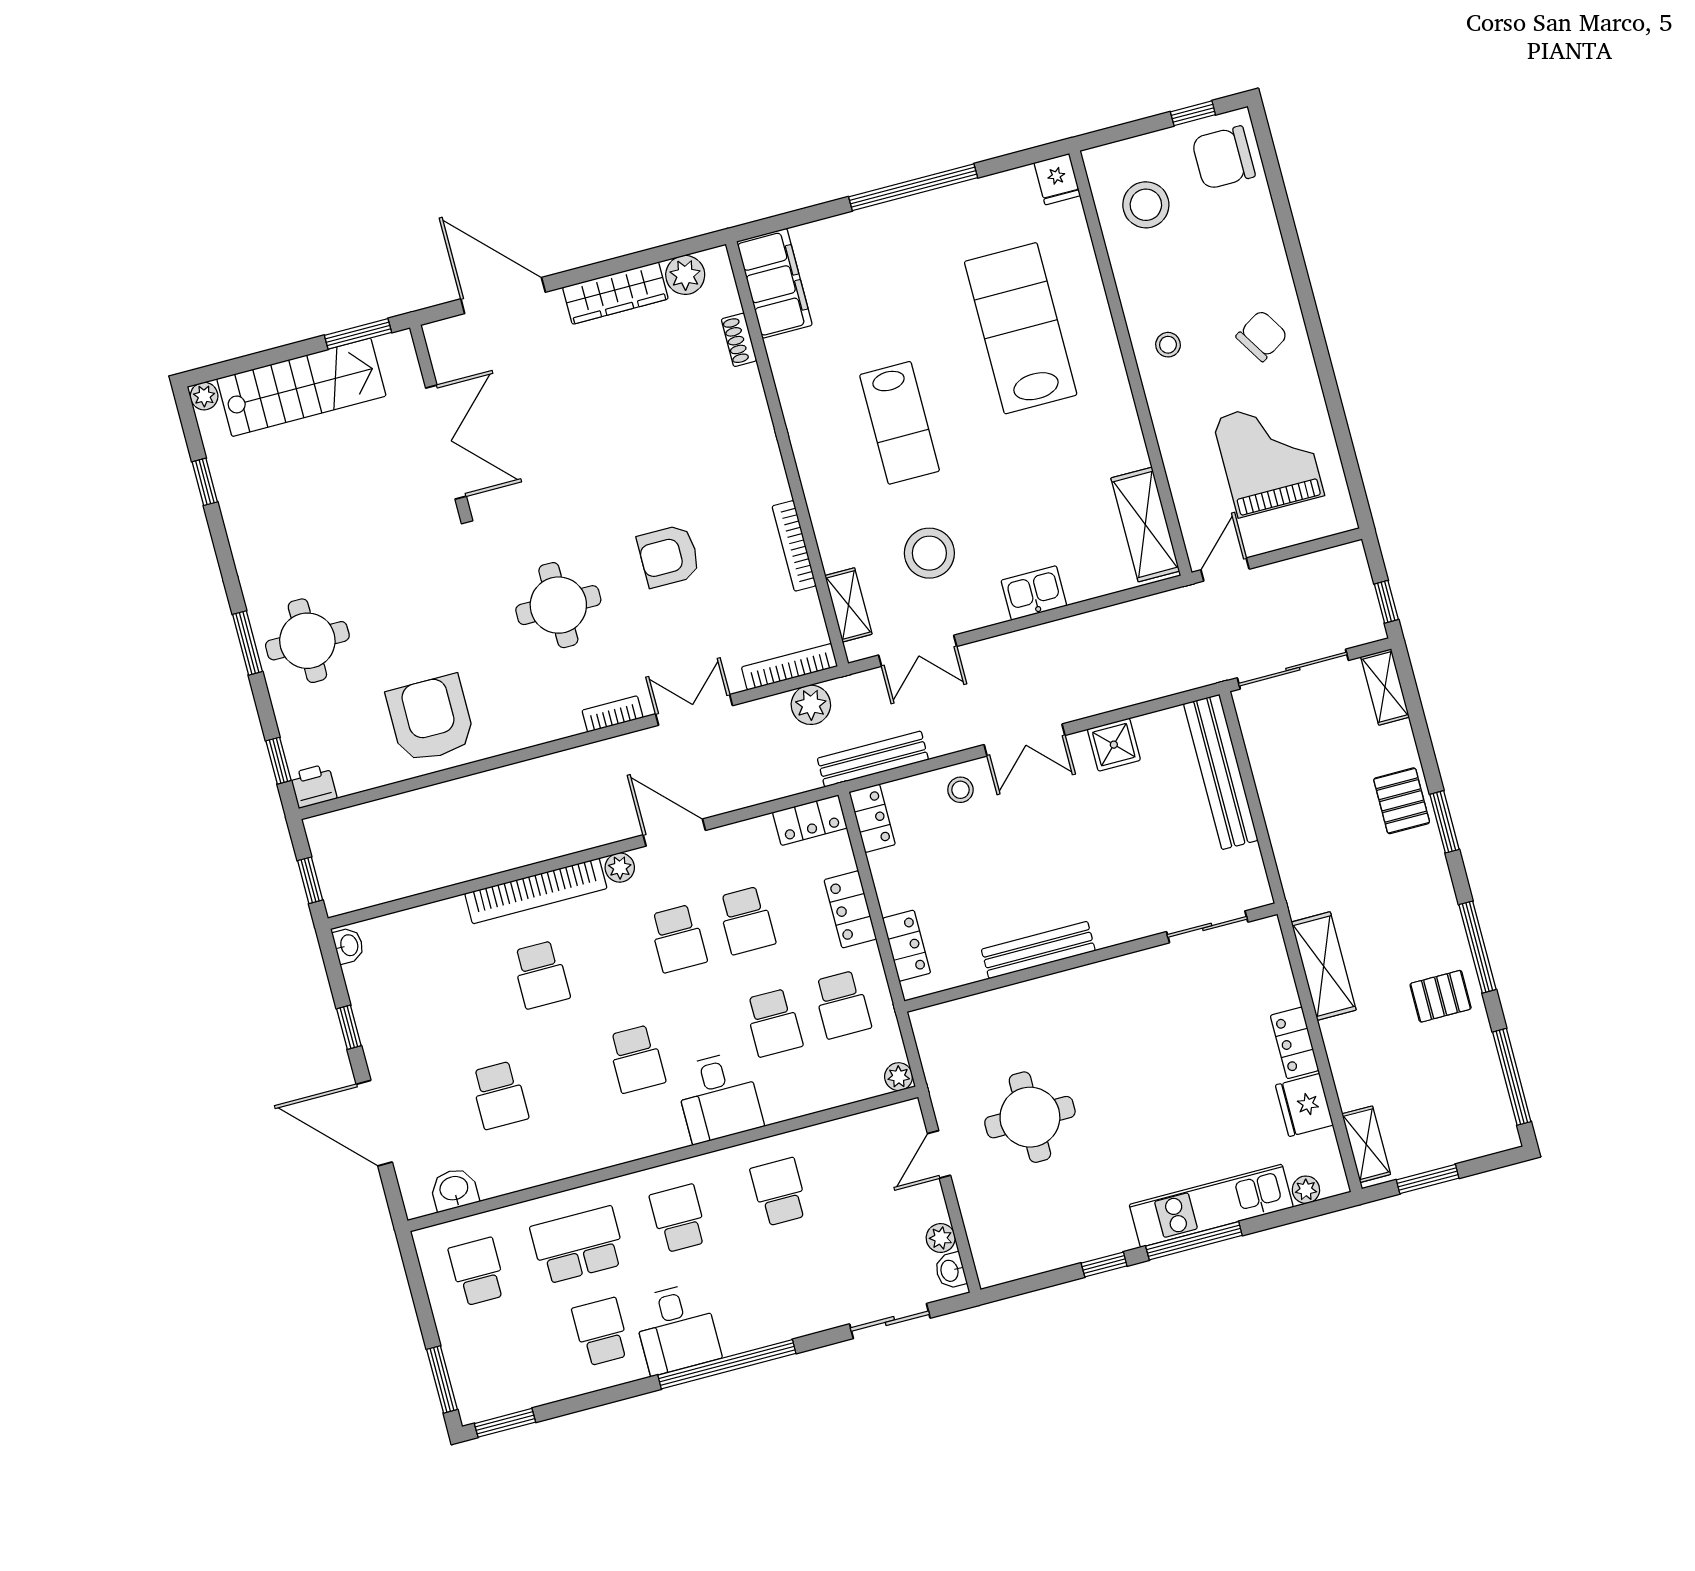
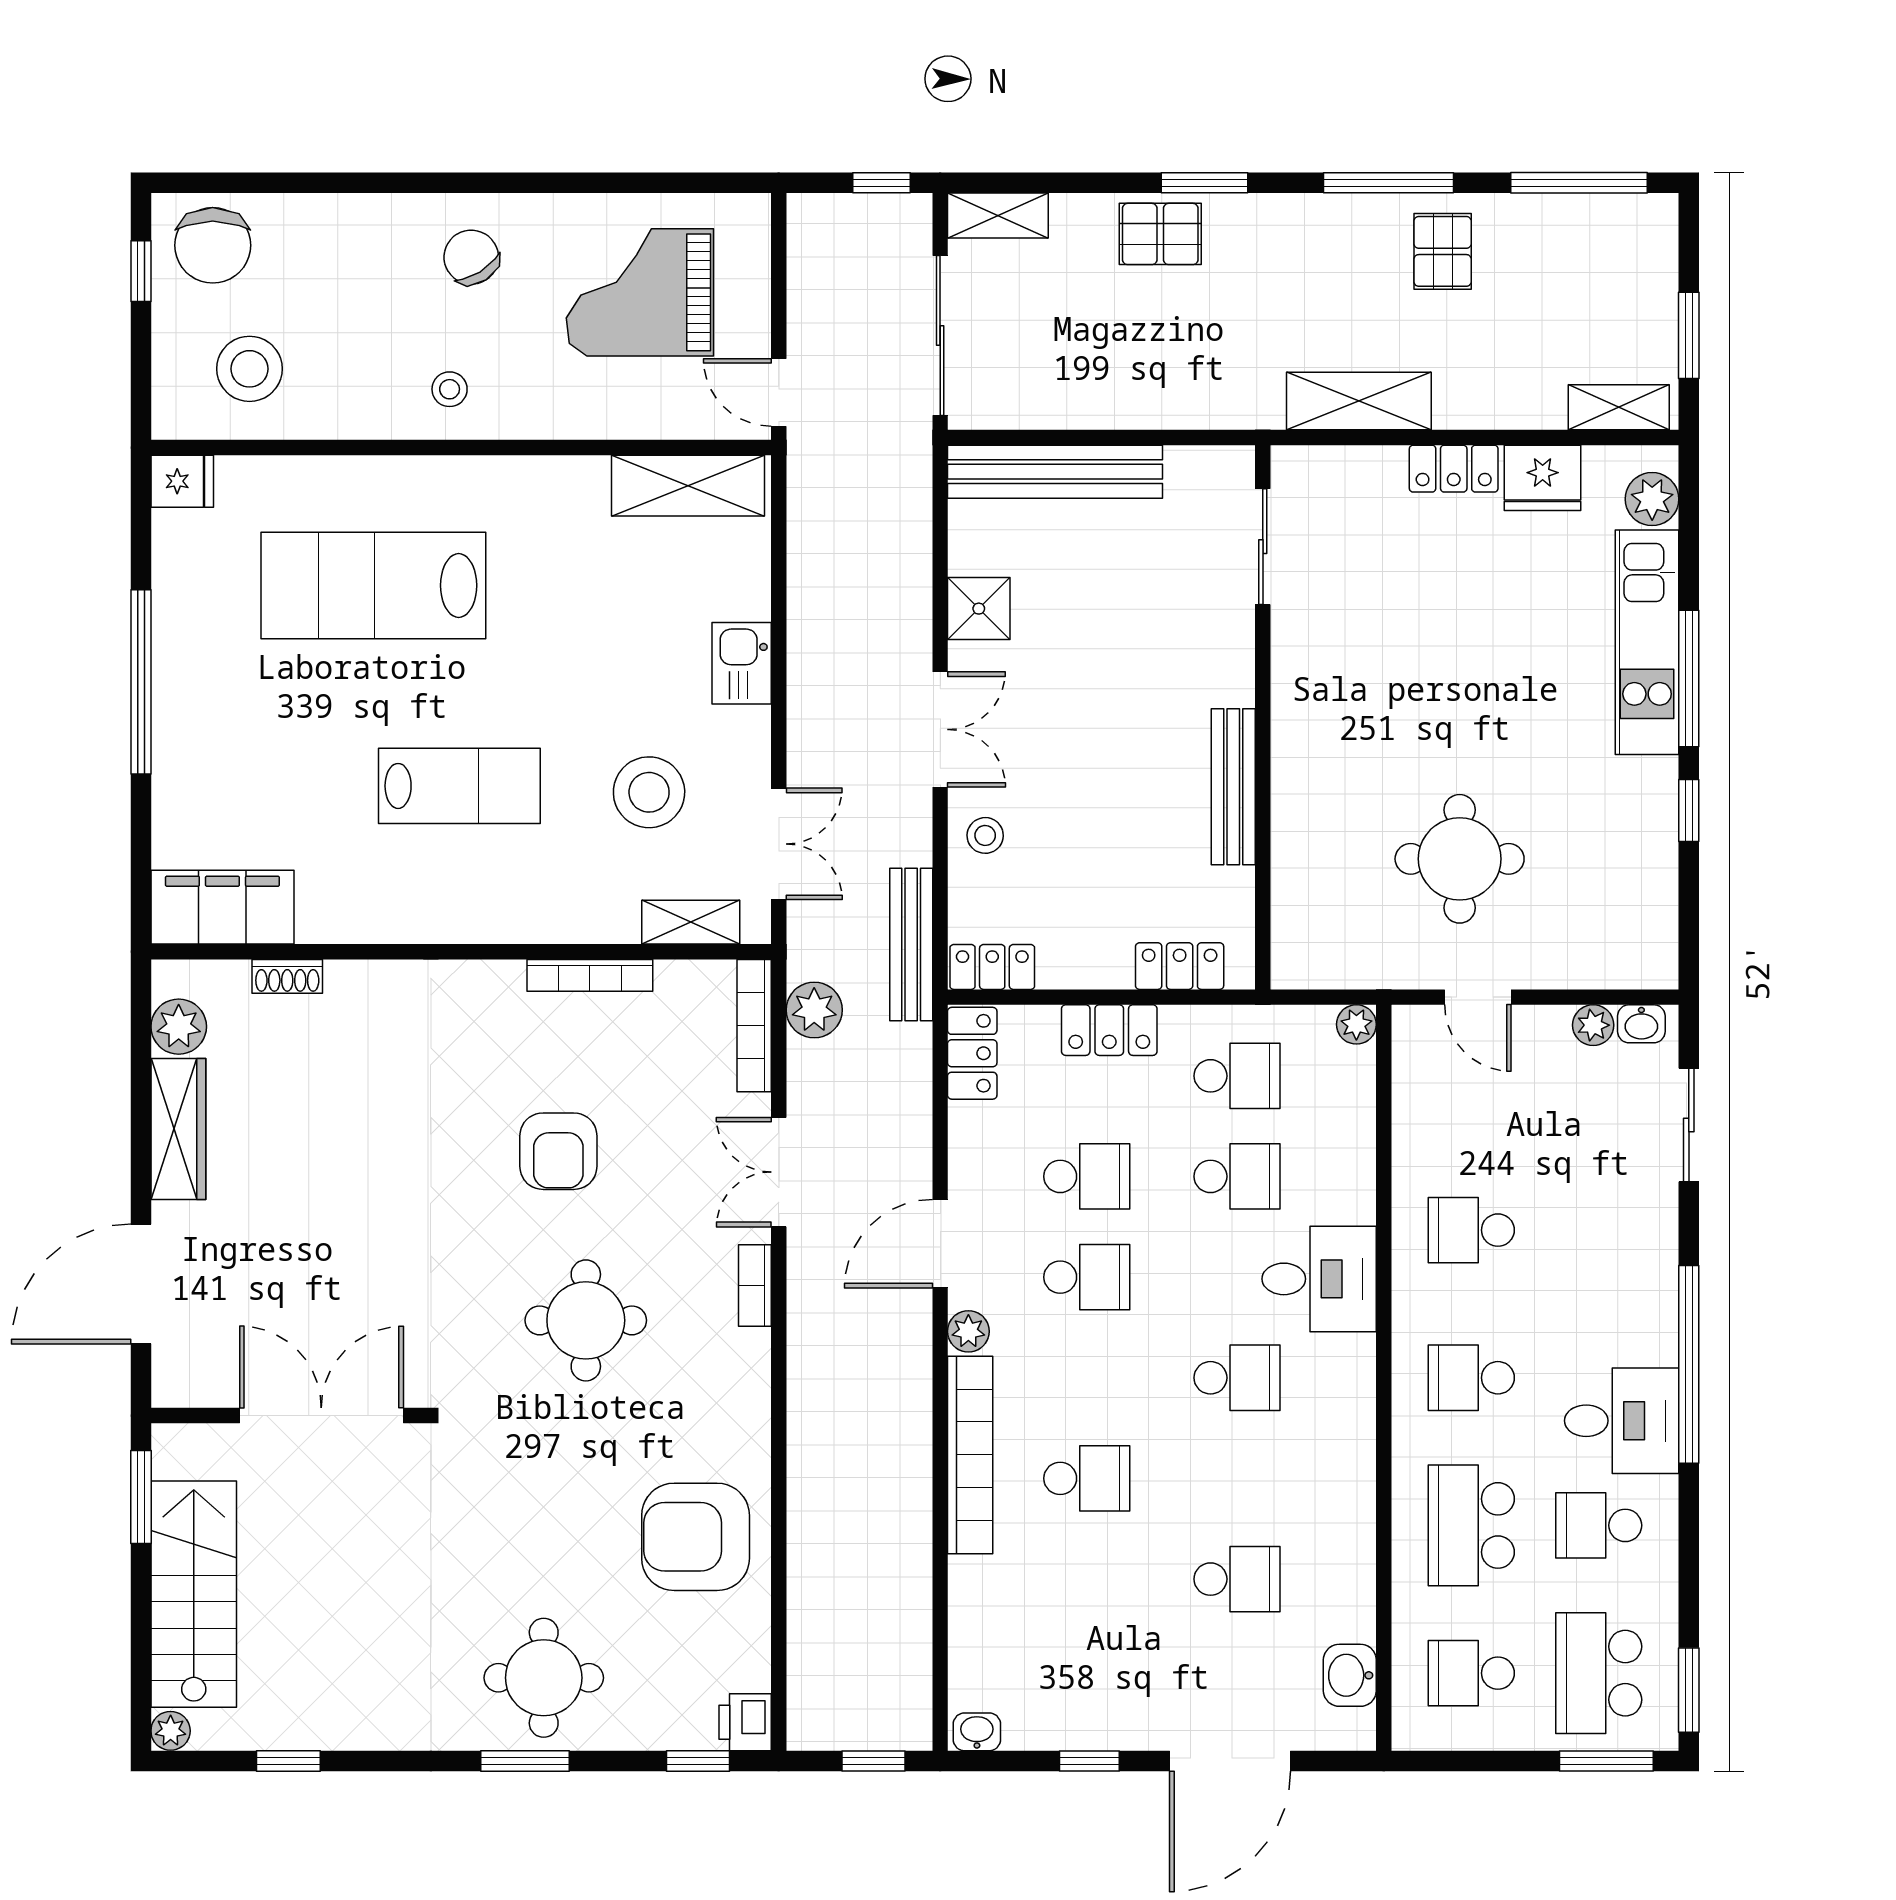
plant: (1306, 1190) -> (1652, 499), width x1.38, depth x1.38
school desk: (500, 1358) -> (1599, 1673), added

